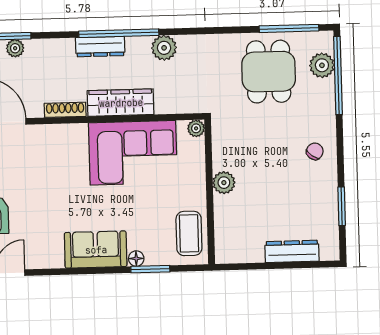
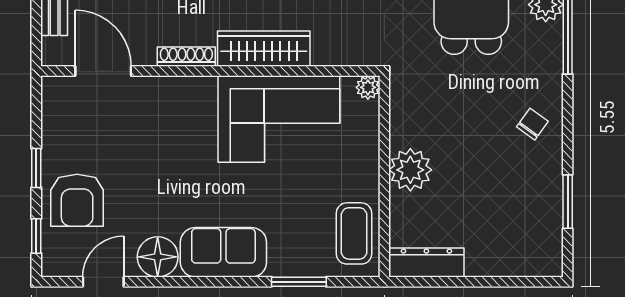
plant: (224, 183) -> (410, 170), width x1.36, depth x1.36
dresser: (292, 251) -> (426, 262), moved
floor lamp: (136, 259) -> (158, 257), moved, width x1.89, depth x1.89

